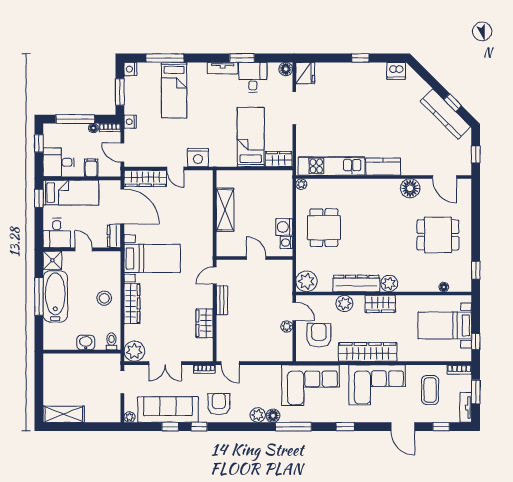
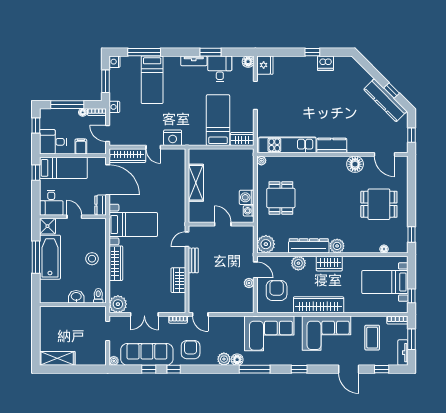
dishwasher: (396, 71) -> (325, 63), moved

